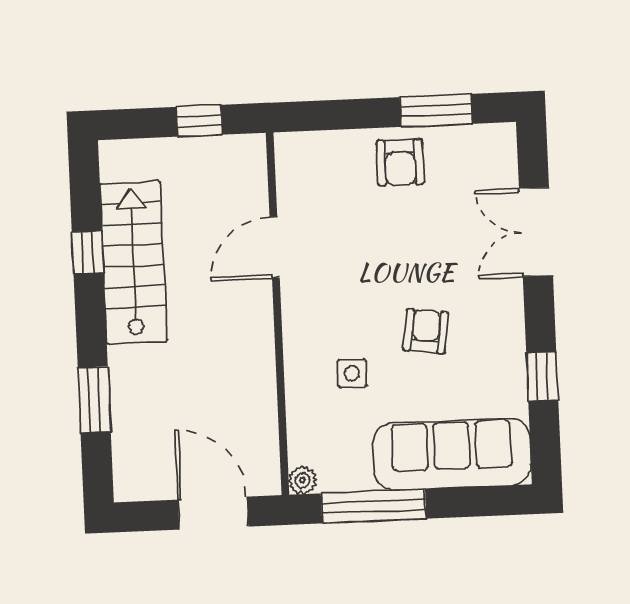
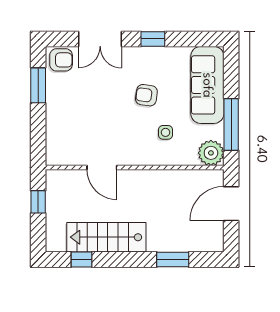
armchair: (400, 162) -> (61, 60), moved
window: (88, 252) -> (82, 259), moved
window: (542, 377) -> (153, 39), moved
plant: (302, 480) -> (211, 153), width x1.87, depth x1.87

